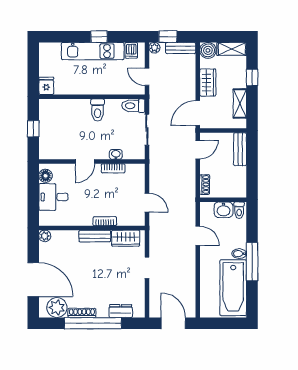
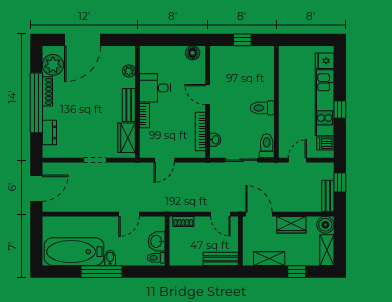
plant: (154, 48) -> (328, 168), removed
fridge: (46, 86) -> (325, 61), moved, turned 180
washbasin: (116, 154) -> (215, 140), moved
bookcase: (113, 168) -> (200, 131), width x1.56
desk: (53, 197) -> (155, 88), moved, turned -90
plant: (45, 236) -> (129, 71), moved

